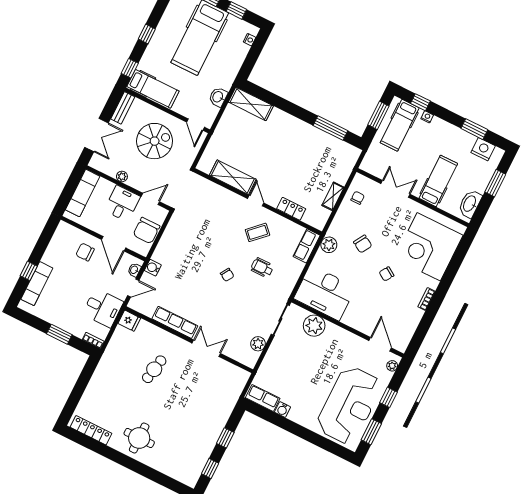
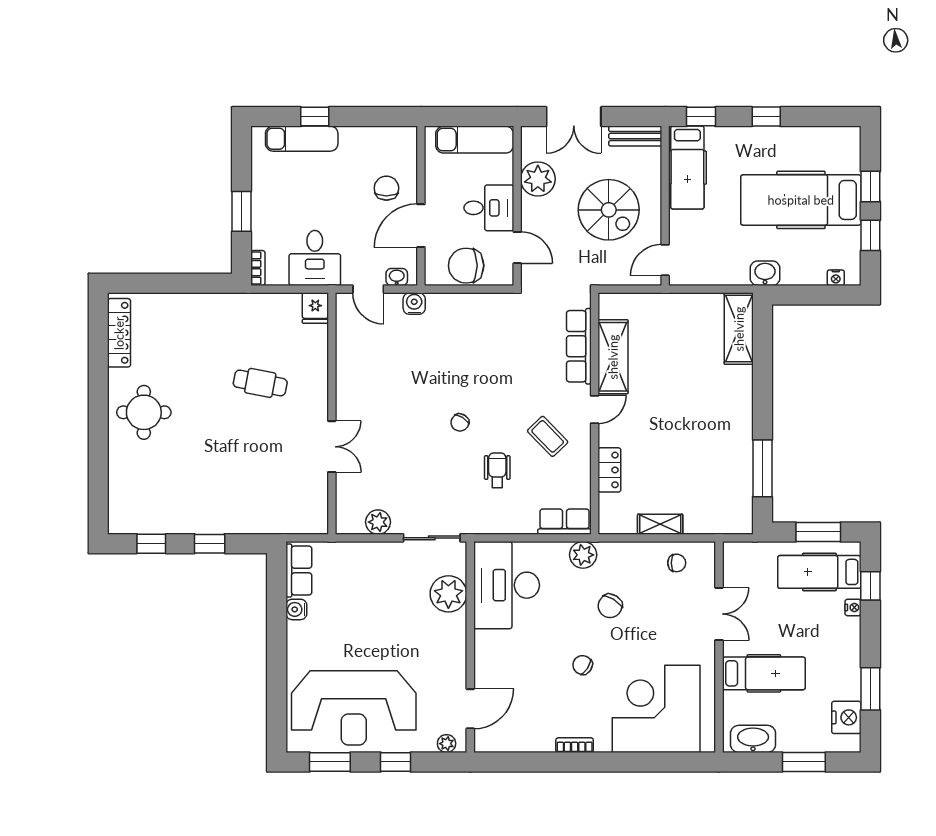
washbasin: (218, 97) -> (765, 273), moved
plant: (122, 176) -> (538, 179), width x1.88, depth x1.88
row of seats: (175, 322) -> (579, 346), moved, turned 180

